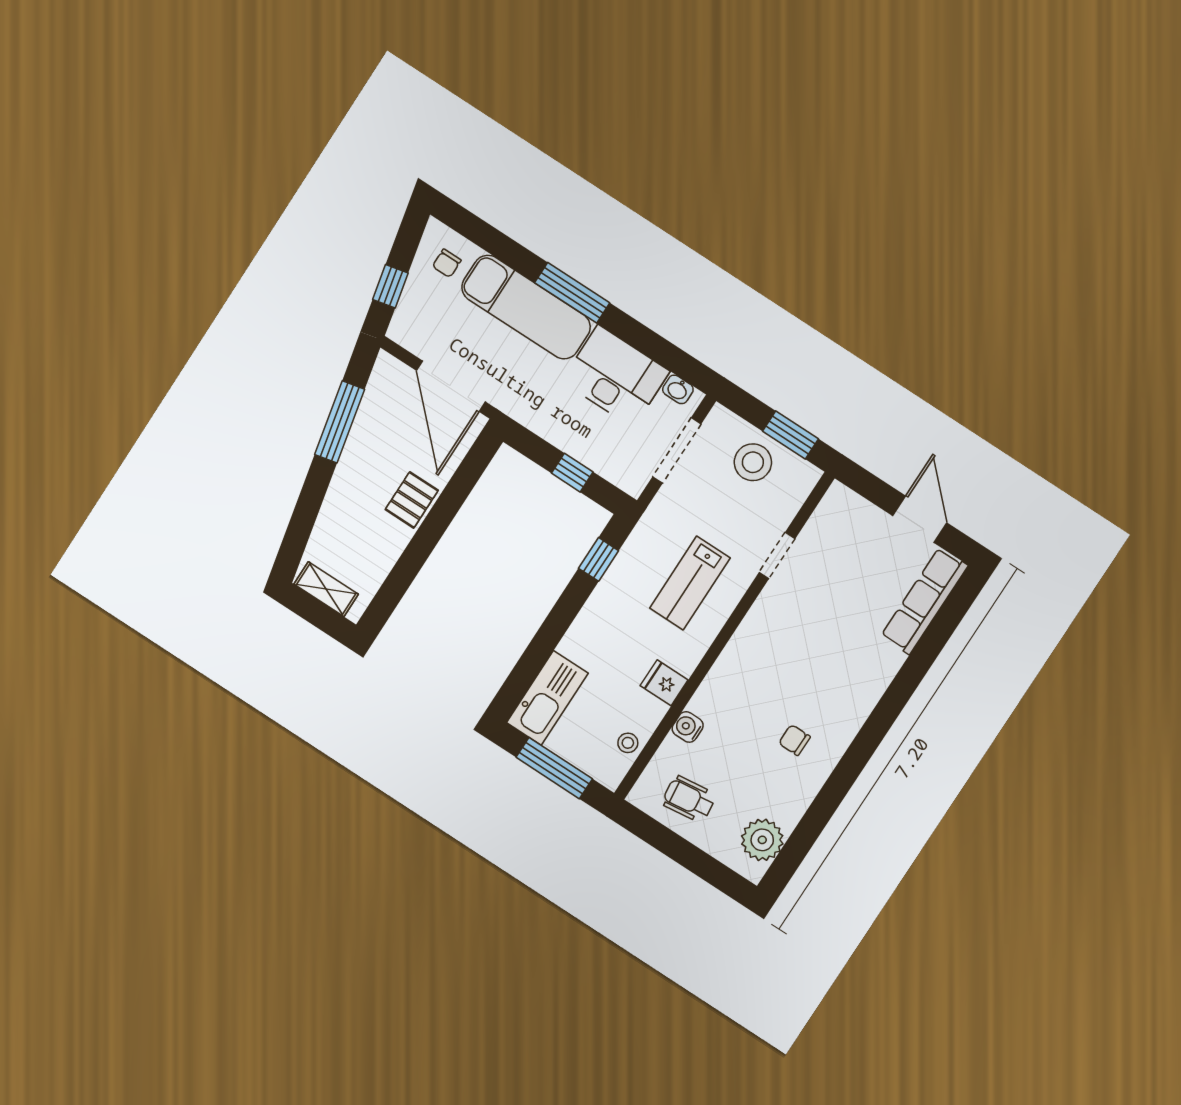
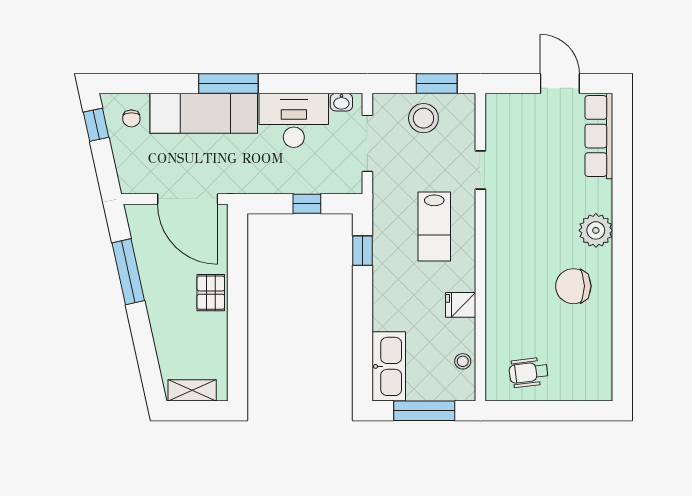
window: (390, 286) -> (96, 125), moved
water cooler: (688, 727) -> (496, 324), removed
chair: (795, 740) -> (573, 286), width x1.87, depth x1.87
plant: (762, 840) -> (596, 230), moved

